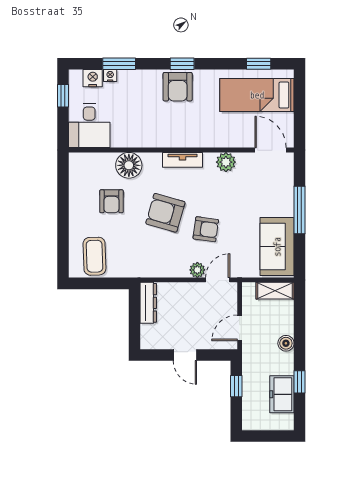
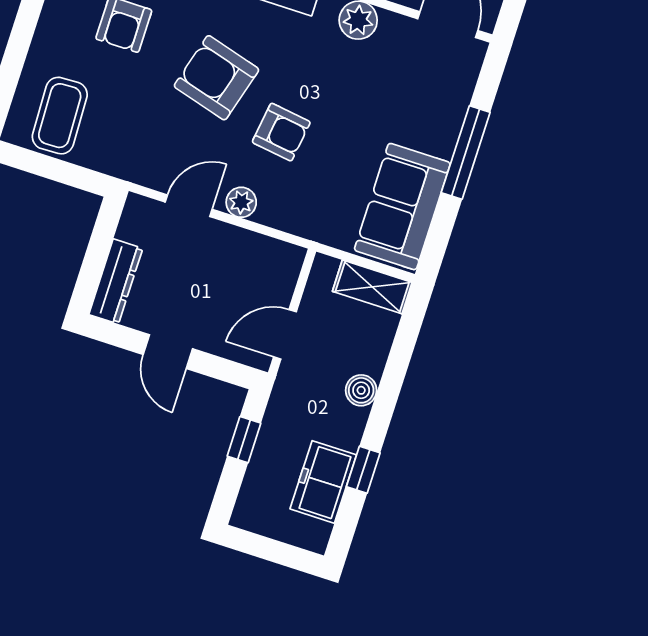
door: (218, 280) -> (189, 206), moved
dresser: (148, 303) -> (116, 281), moved

